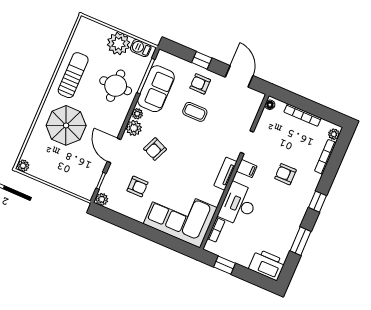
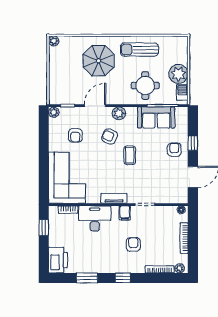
sun lounger: (73, 75) -> (139, 50), turned 180
coffee table: (195, 112) -> (130, 155), moved
plant: (137, 114) -> (131, 111), removed

